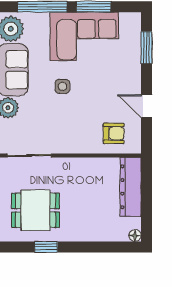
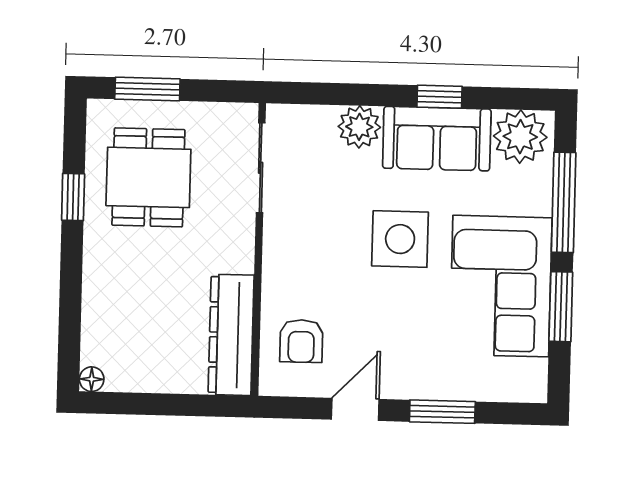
window: (146, 48) -> (442, 412), moved
side table: (62, 86) -> (400, 239), width x1.87, depth x1.87
dresser: (131, 187) -> (231, 335), moved, turned -90

